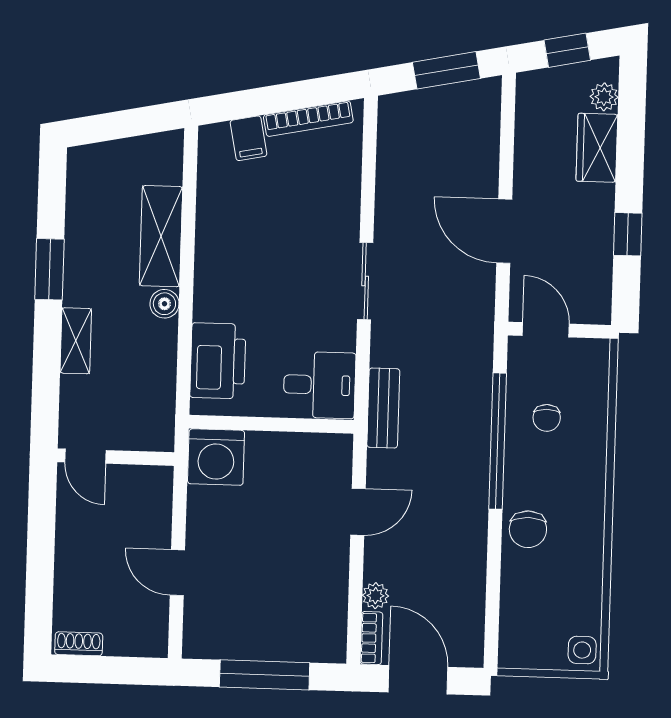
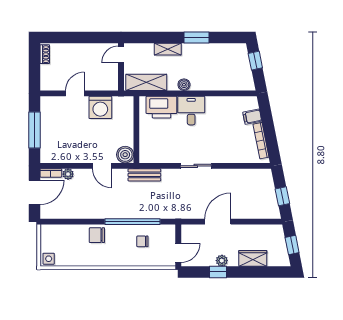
window: (446, 70) -> (282, 196), width x0.67
plant: (604, 97) -> (222, 261), moved
window: (111, 126) -> (255, 61), added
shelving: (161, 236) -> (146, 82), moved
door: (546, 330) -> (178, 253), moved
desk: (319, 385) -> (191, 111), moved, turned 180
boiler: (332, 454) -> (125, 155), added
washing machine: (216, 457) -> (100, 107), moved, turned -90

